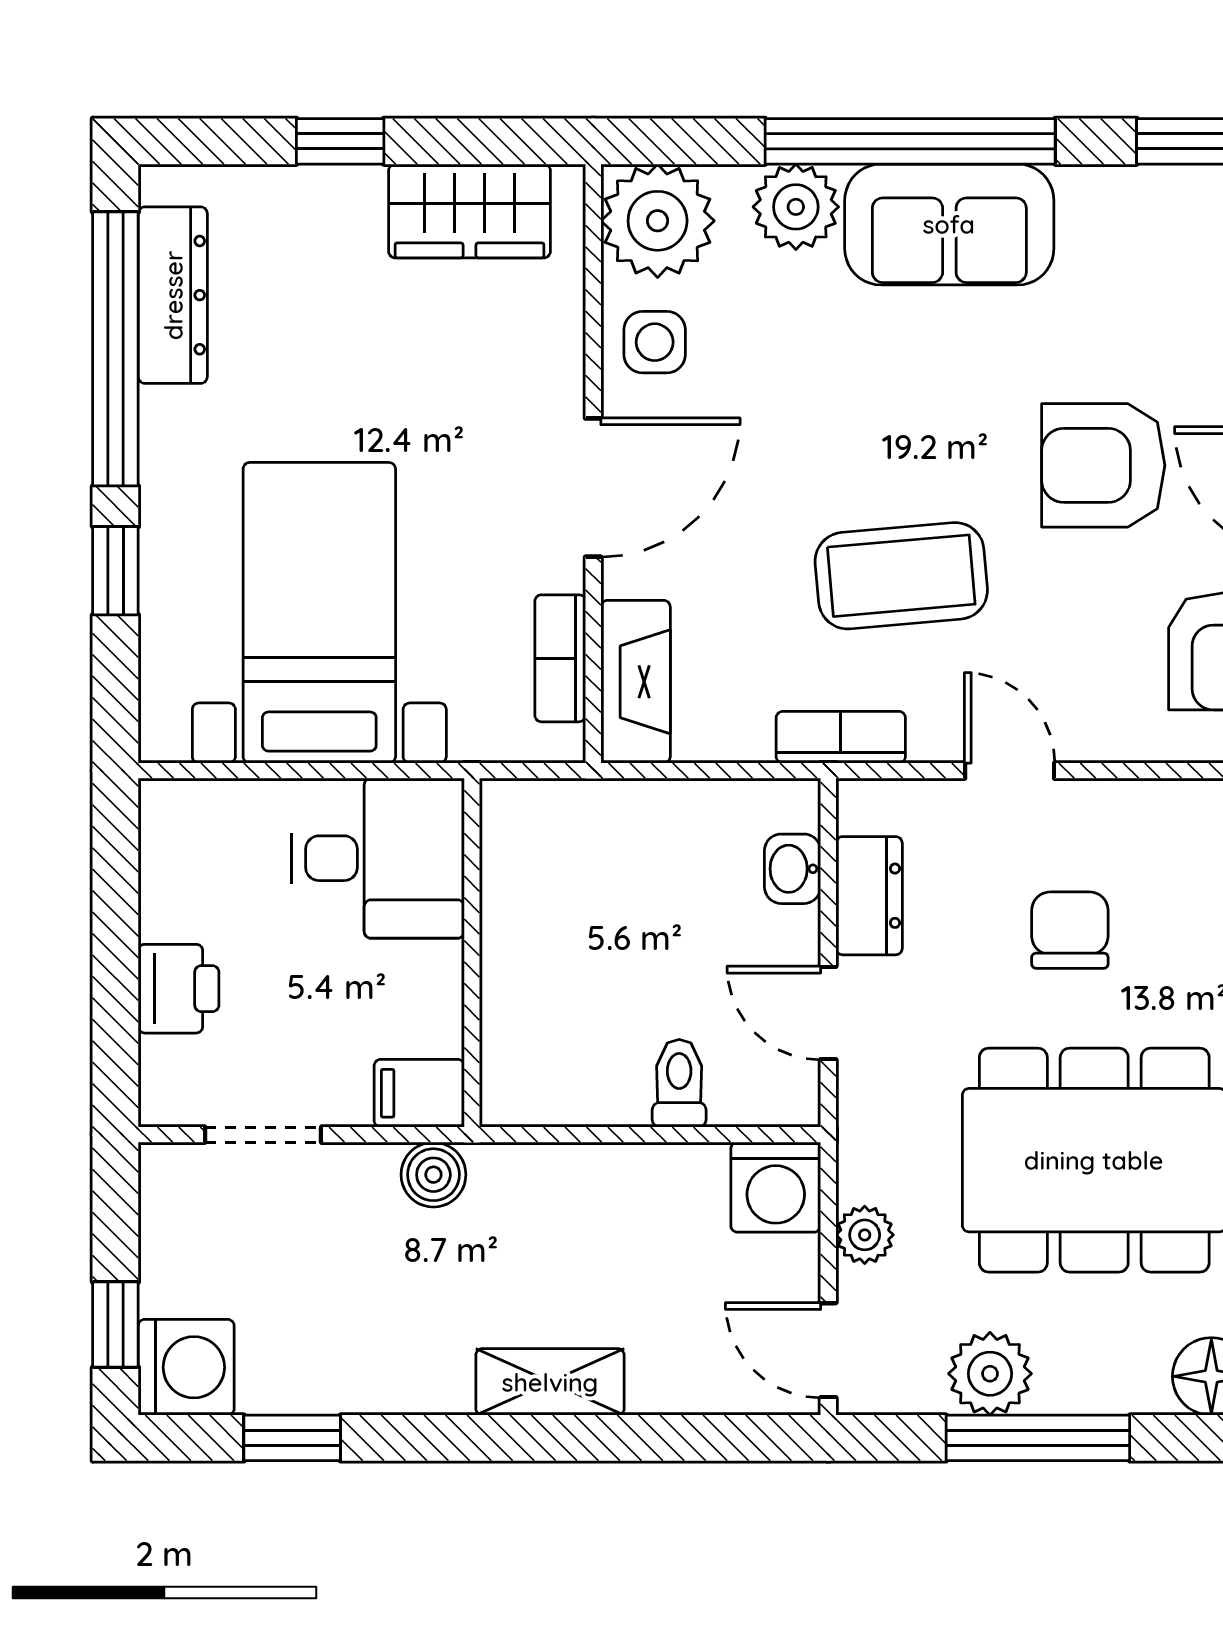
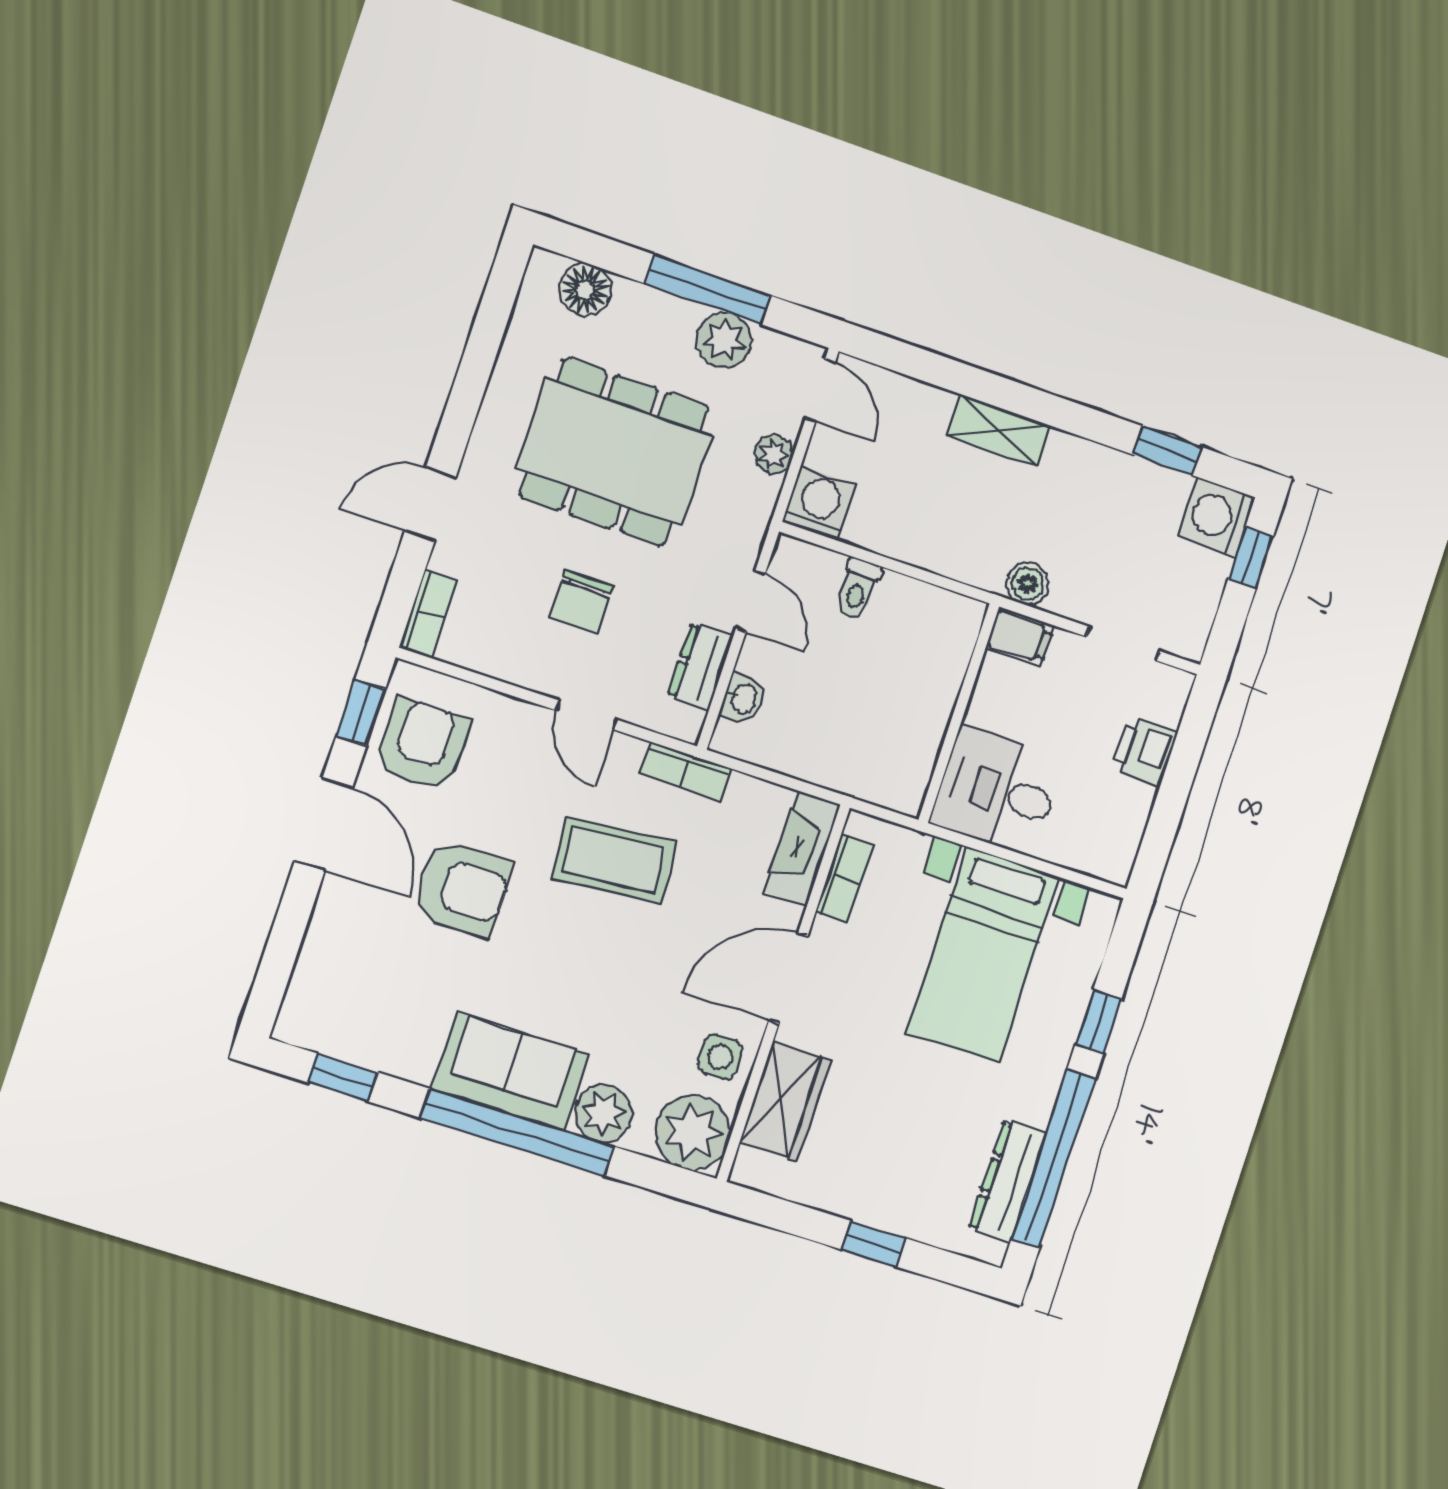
wardrobe: (470, 211) -> (785, 1102), moved, turned 90

